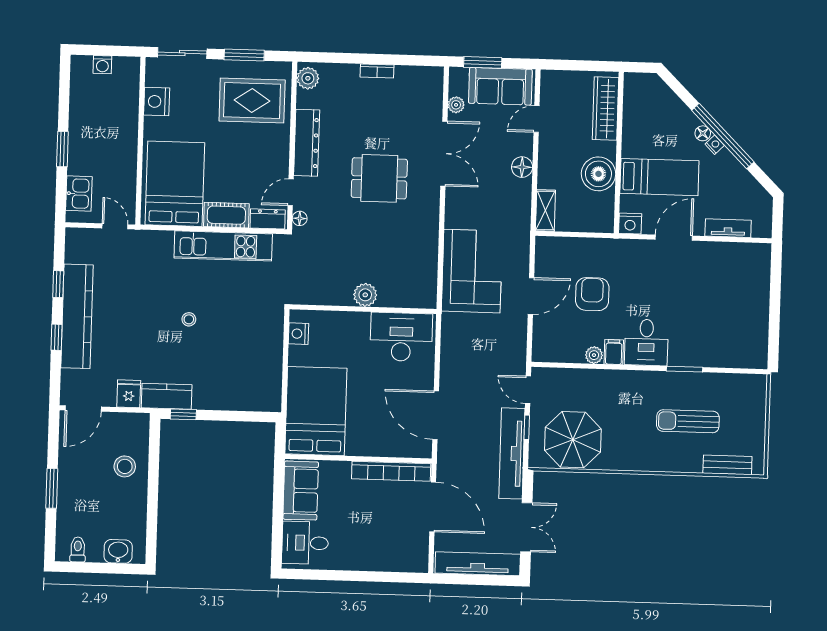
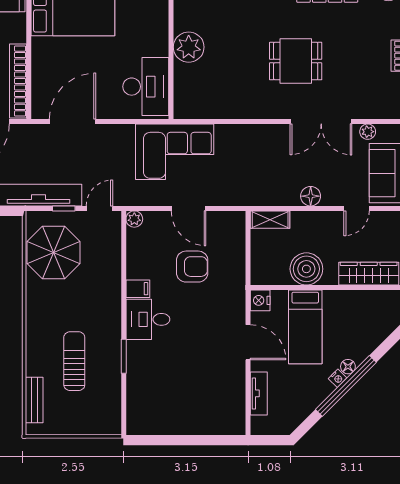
door: (536, 119) -> (357, 208), swing flipped
dining table: (379, 178) -> (296, 61), turned 90
corner sofa: (472, 271) -> (175, 152), moved
plant: (365, 295) -> (189, 47), width x1.36, depth x1.36
plant: (594, 355) -> (134, 219), moved

